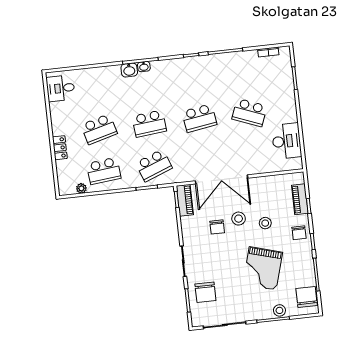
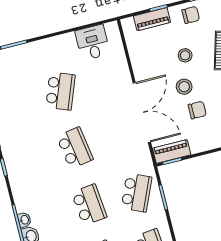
desk: (287, 141) -> (93, 43), width x0.73
school desk: (154, 165) -> (137, 193), turned 45

